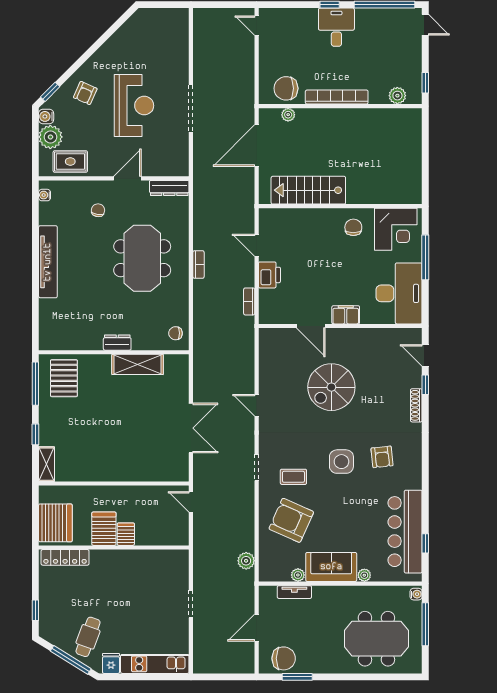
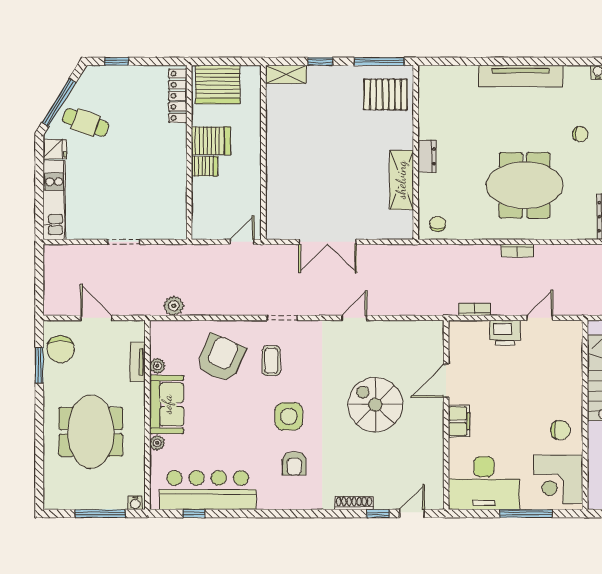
armchair: (382, 457) -> (294, 463), turned -84
meeting table: (376, 639) -> (91, 432), moved

